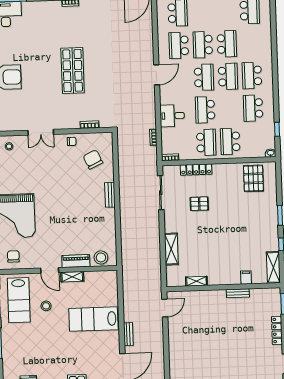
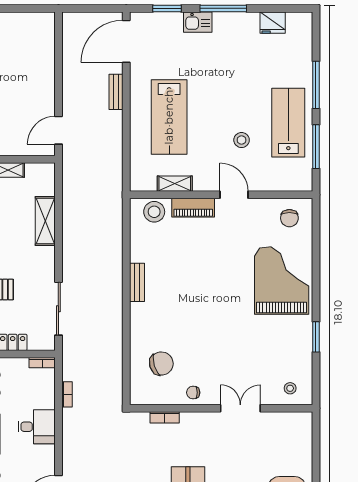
chair: (93, 159) -> (161, 364), turned -82
bench: (110, 195) -> (137, 282), moved
shelving: (72, 277) -> (175, 184), moved
lab bench: (19, 300) -> (288, 123), moved
lab bench: (93, 319) -> (169, 117), turned 90

